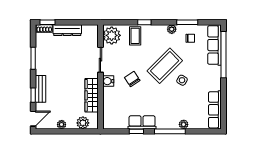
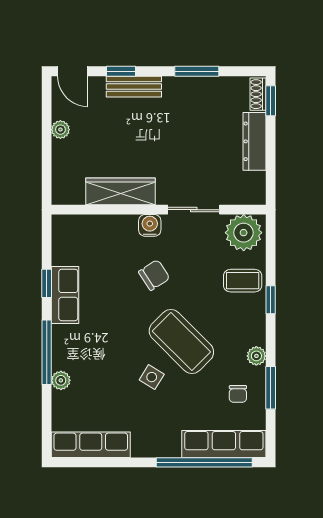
plant: (83, 123) -> (64, 173), removed

